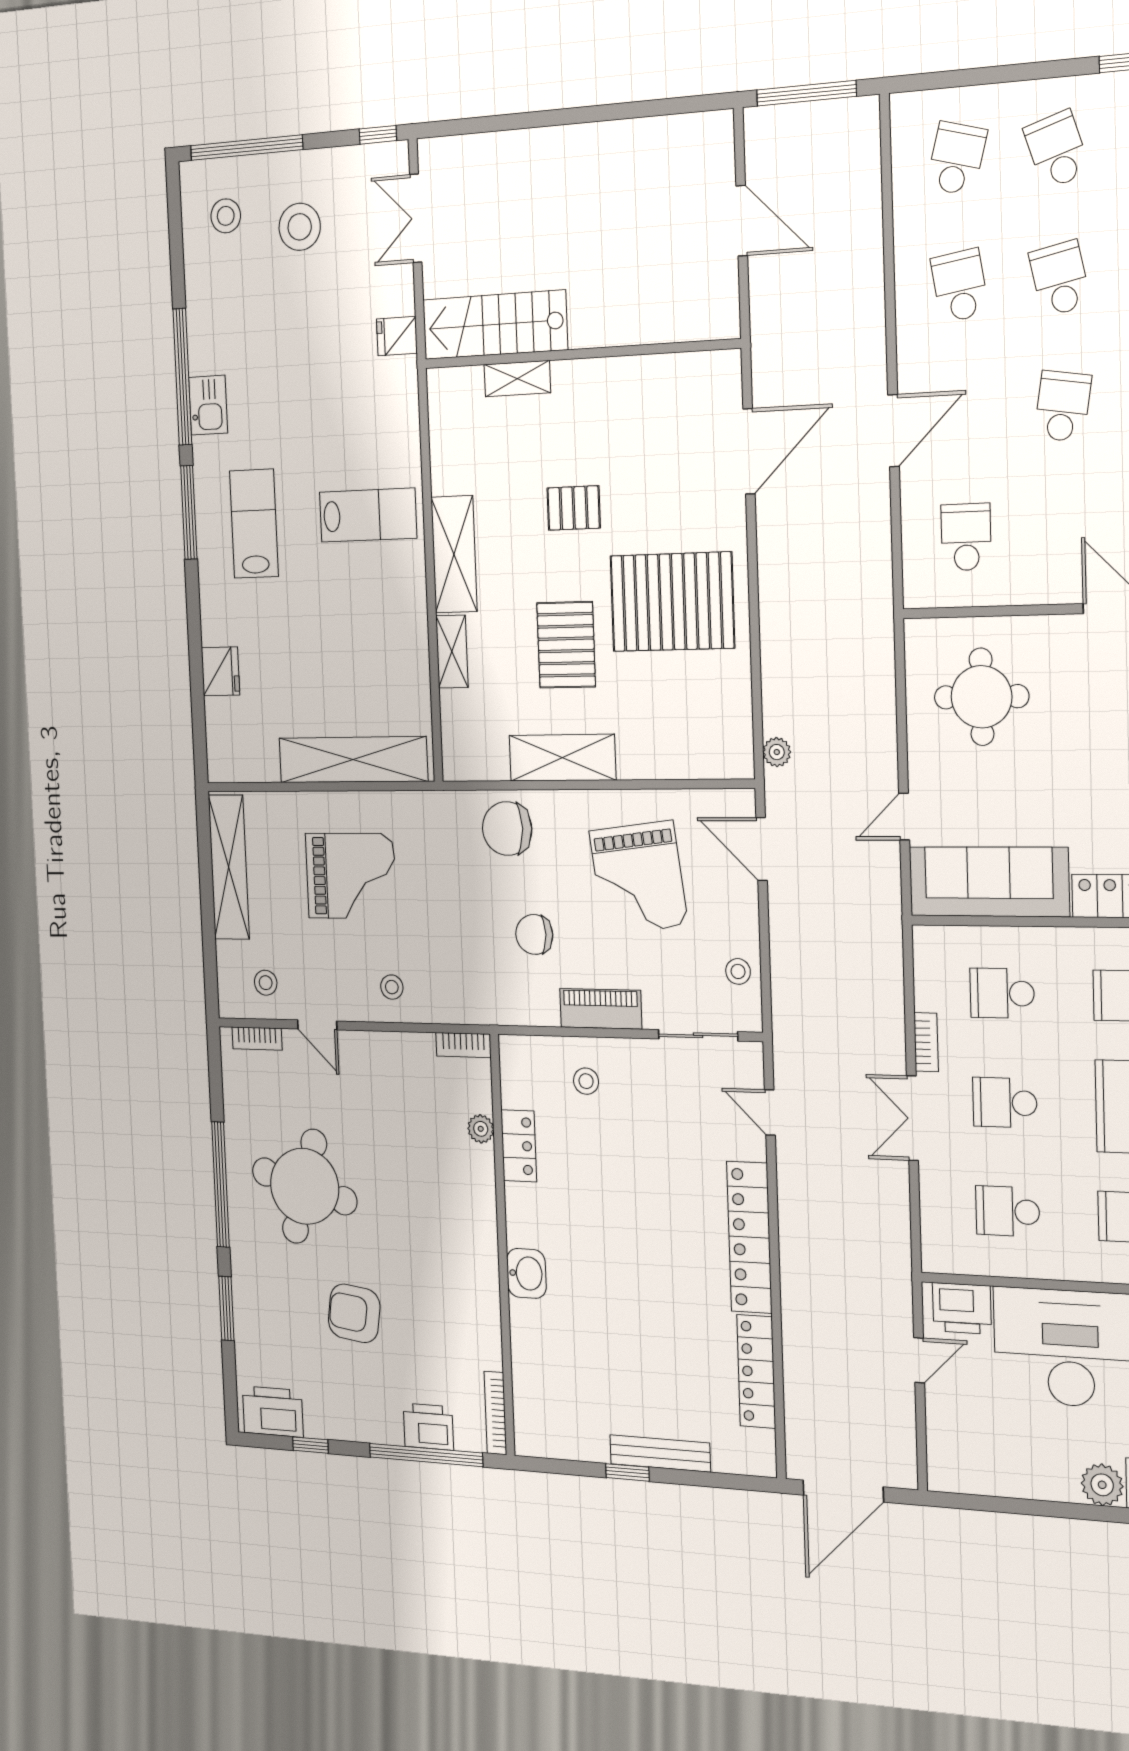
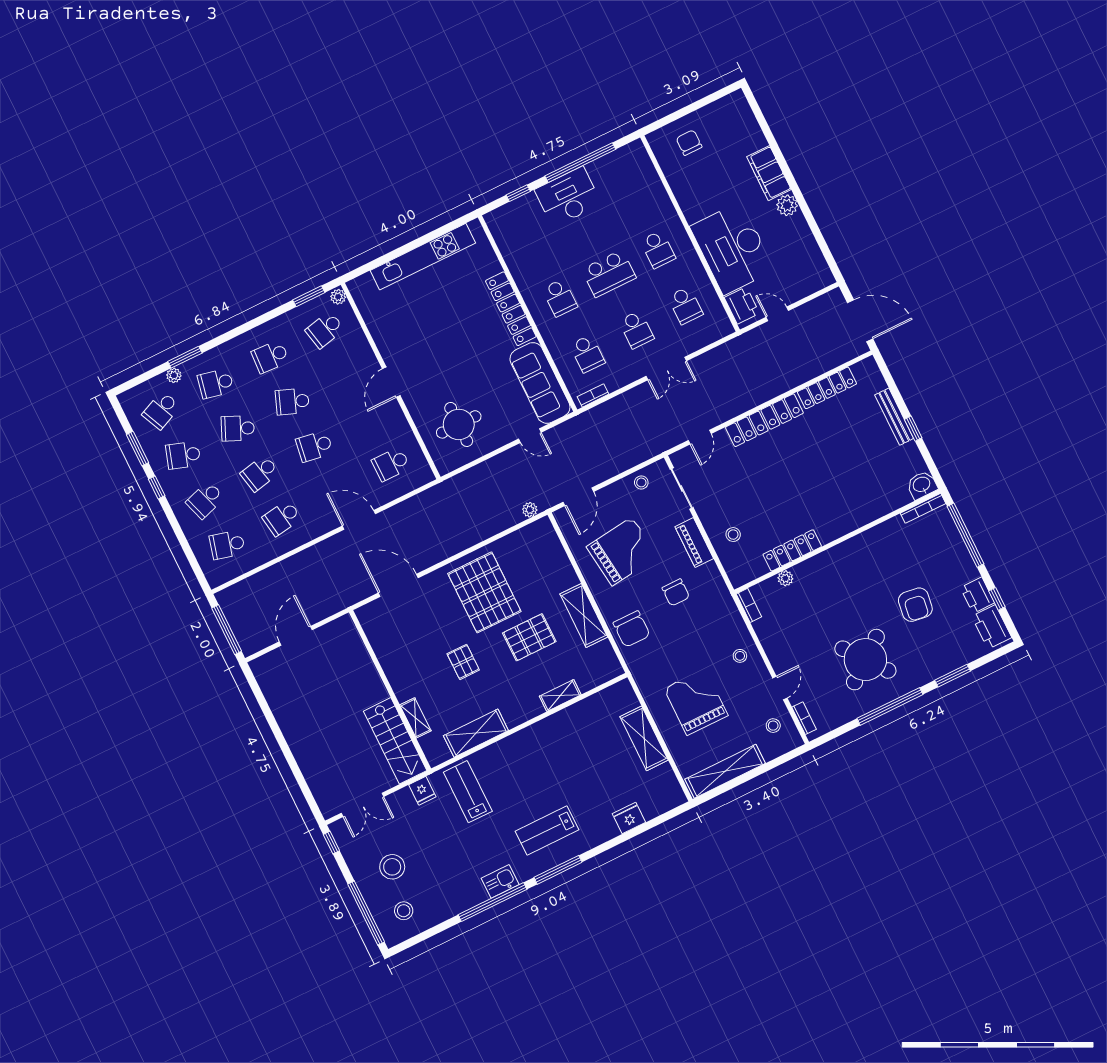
lab bench: (368, 515) -> (468, 792), moved
shelving: (454, 554) -> (476, 733), moved
shelving: (353, 760) -> (644, 738), width x0.68
bookcase: (926, 1042) -> (593, 395), moved
locker: (519, 1146) -> (792, 550), width x1.53
round table: (305, 1186) -> (865, 660), turned 36
washbasin: (526, 1273) -> (922, 485), moved
printer: (428, 1427) -> (977, 595), moved

